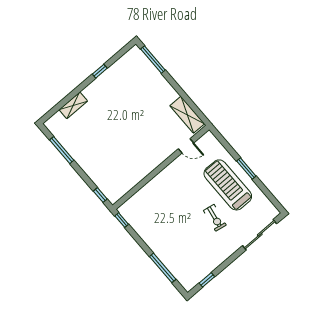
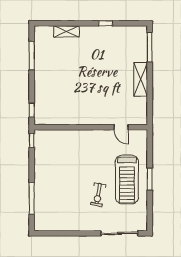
shelving: (187, 115) -> (141, 79), moved
treadmill: (228, 185) -> (127, 180), turned 180
window: (207, 280) -> (56, 233), removed

